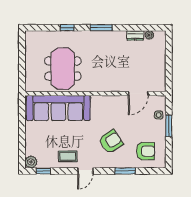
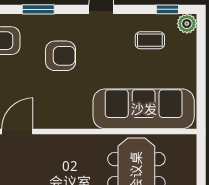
armchair: (111, 142) -> (61, 56), turned -147
coffee table: (68, 156) -> (150, 40), moved

